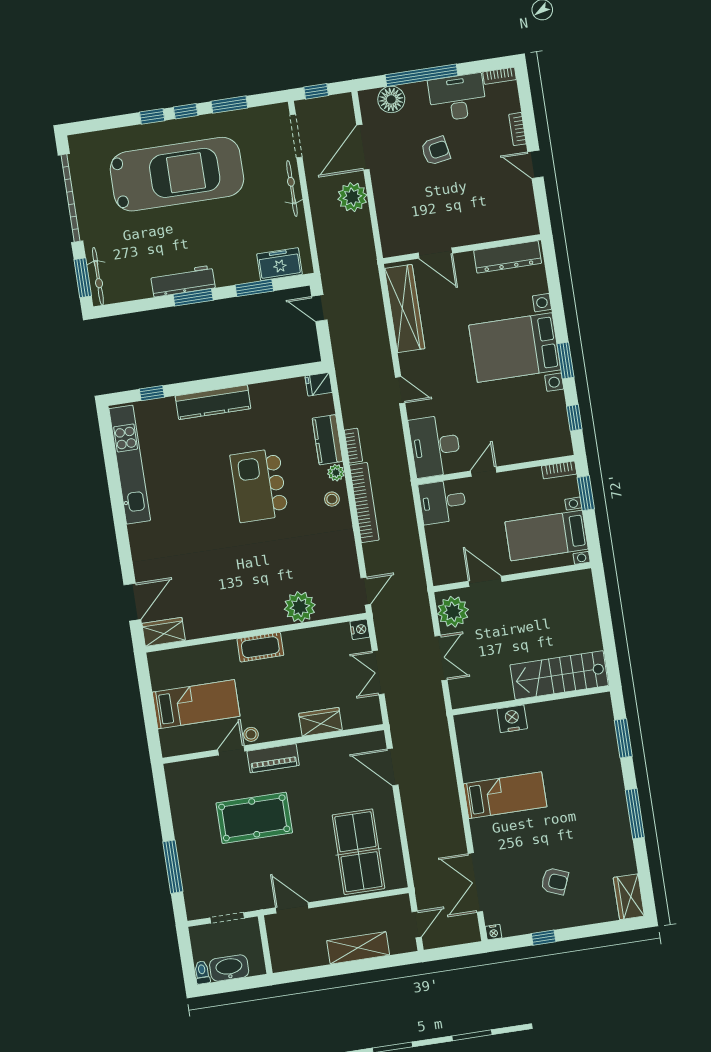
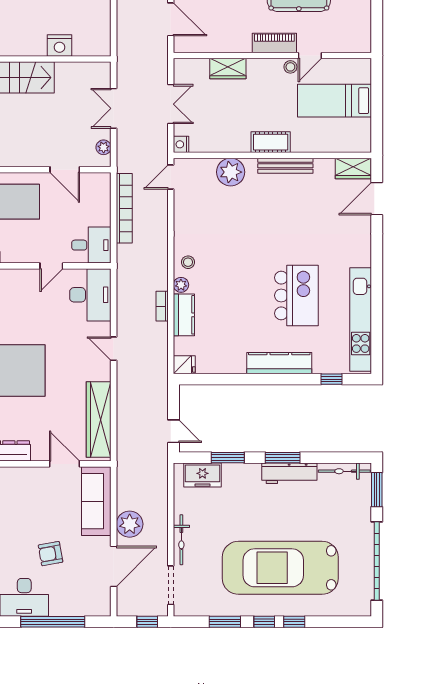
floor lamp: (391, 99) -> (82, 604), removed
sofa: (393, 217) -> (96, 501), added
bicycle: (98, 276) -> (344, 471), moved, turned -90
kitchen island: (259, 485) -> (296, 296), moved
bookcase: (364, 503) -> (124, 208), moved, turned 180
plant: (453, 612) -> (104, 147), width x0.53, depth x0.53
bench: (240, 623) -> (285, 166), added

